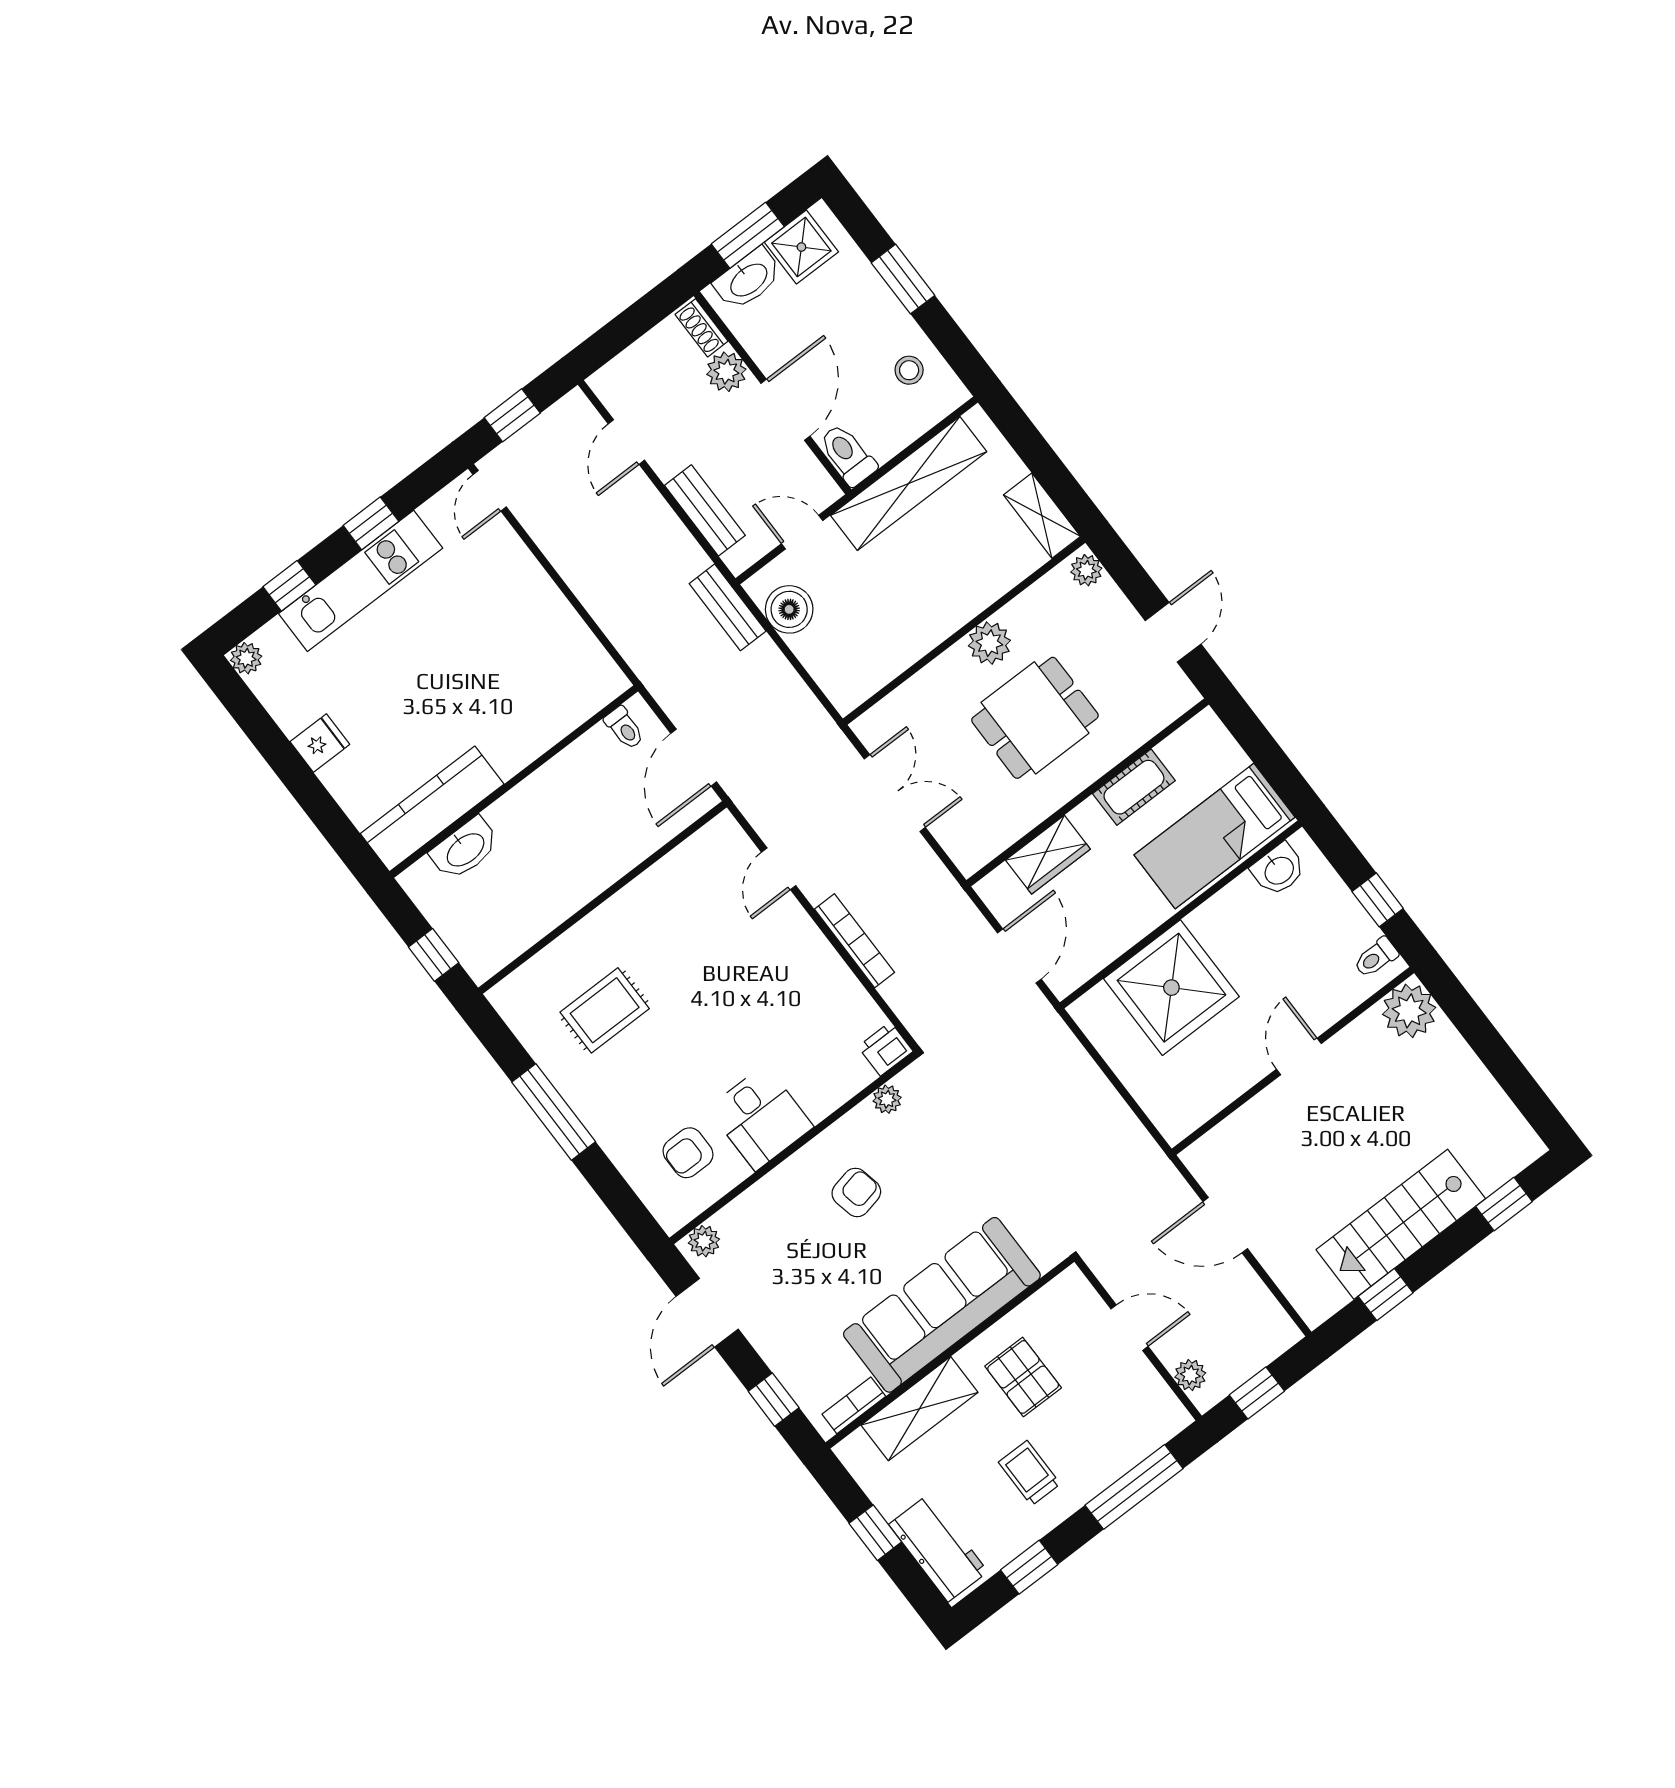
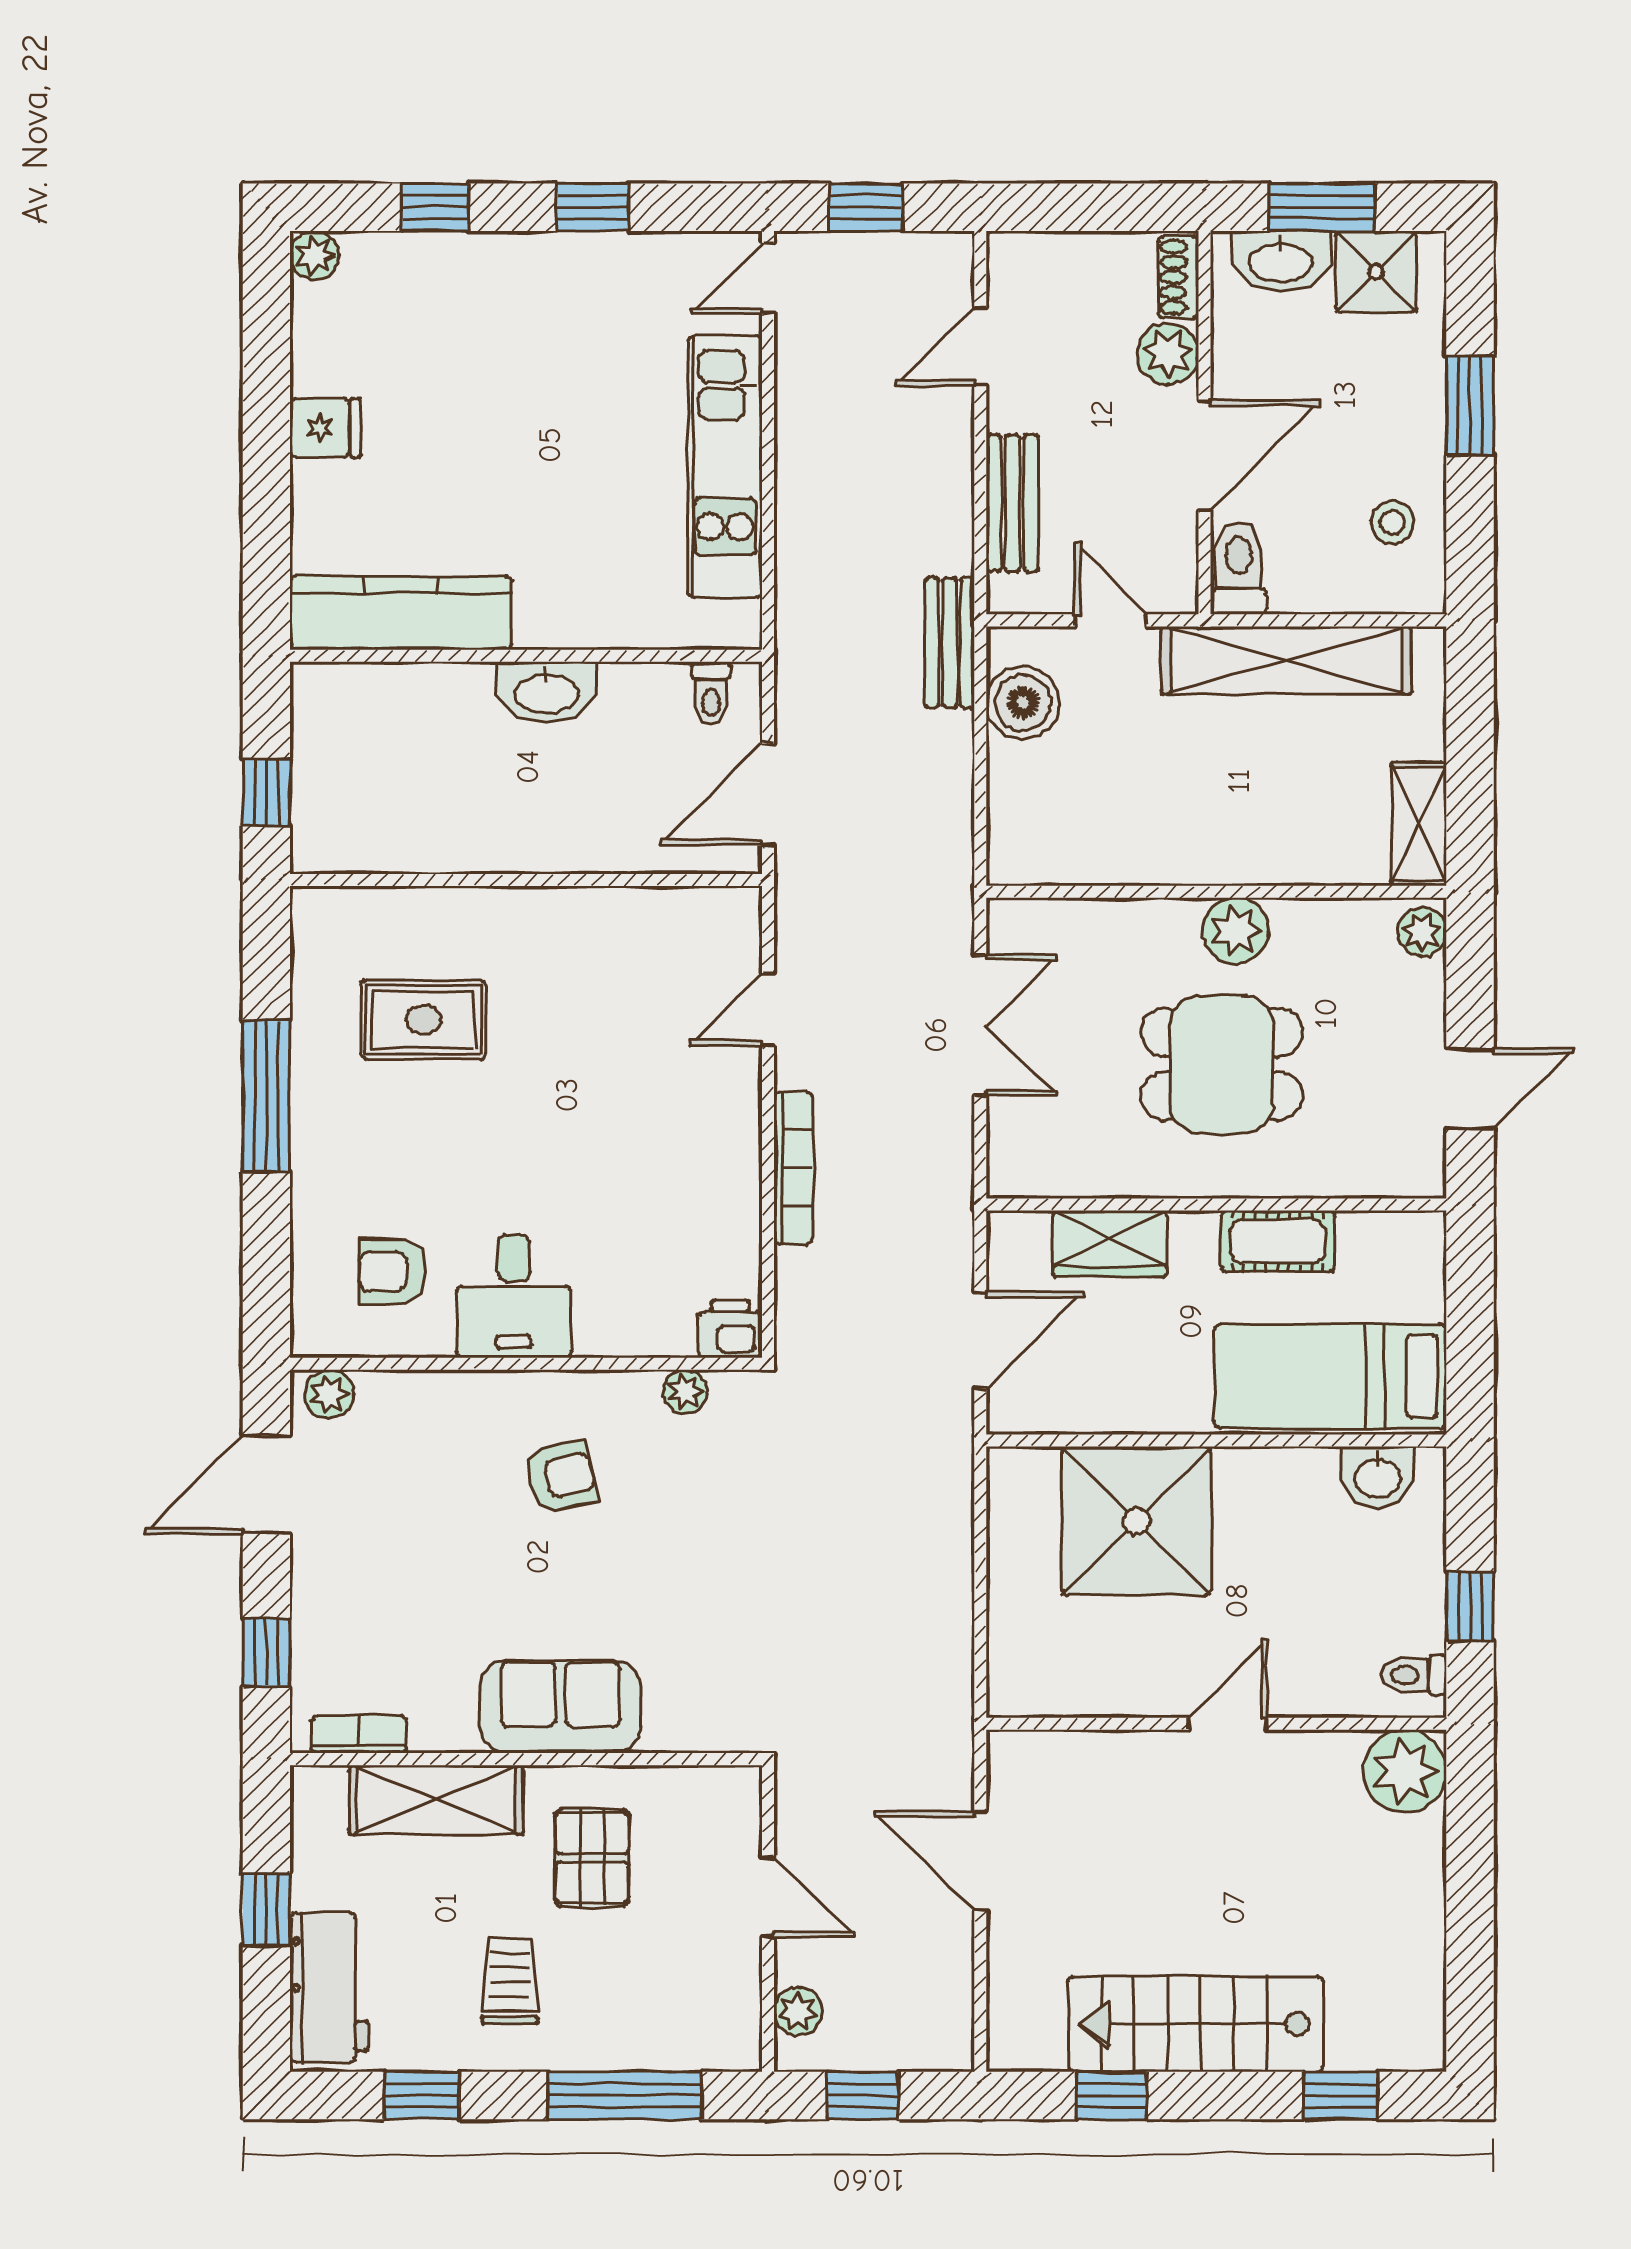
kitchen unit: (361, 581) -> (725, 467), moved, turned 90
washbasin: (465, 849) -> (546, 692), moved
sofa: (942, 1305) -> (560, 1707), width x0.54, depth x0.79

